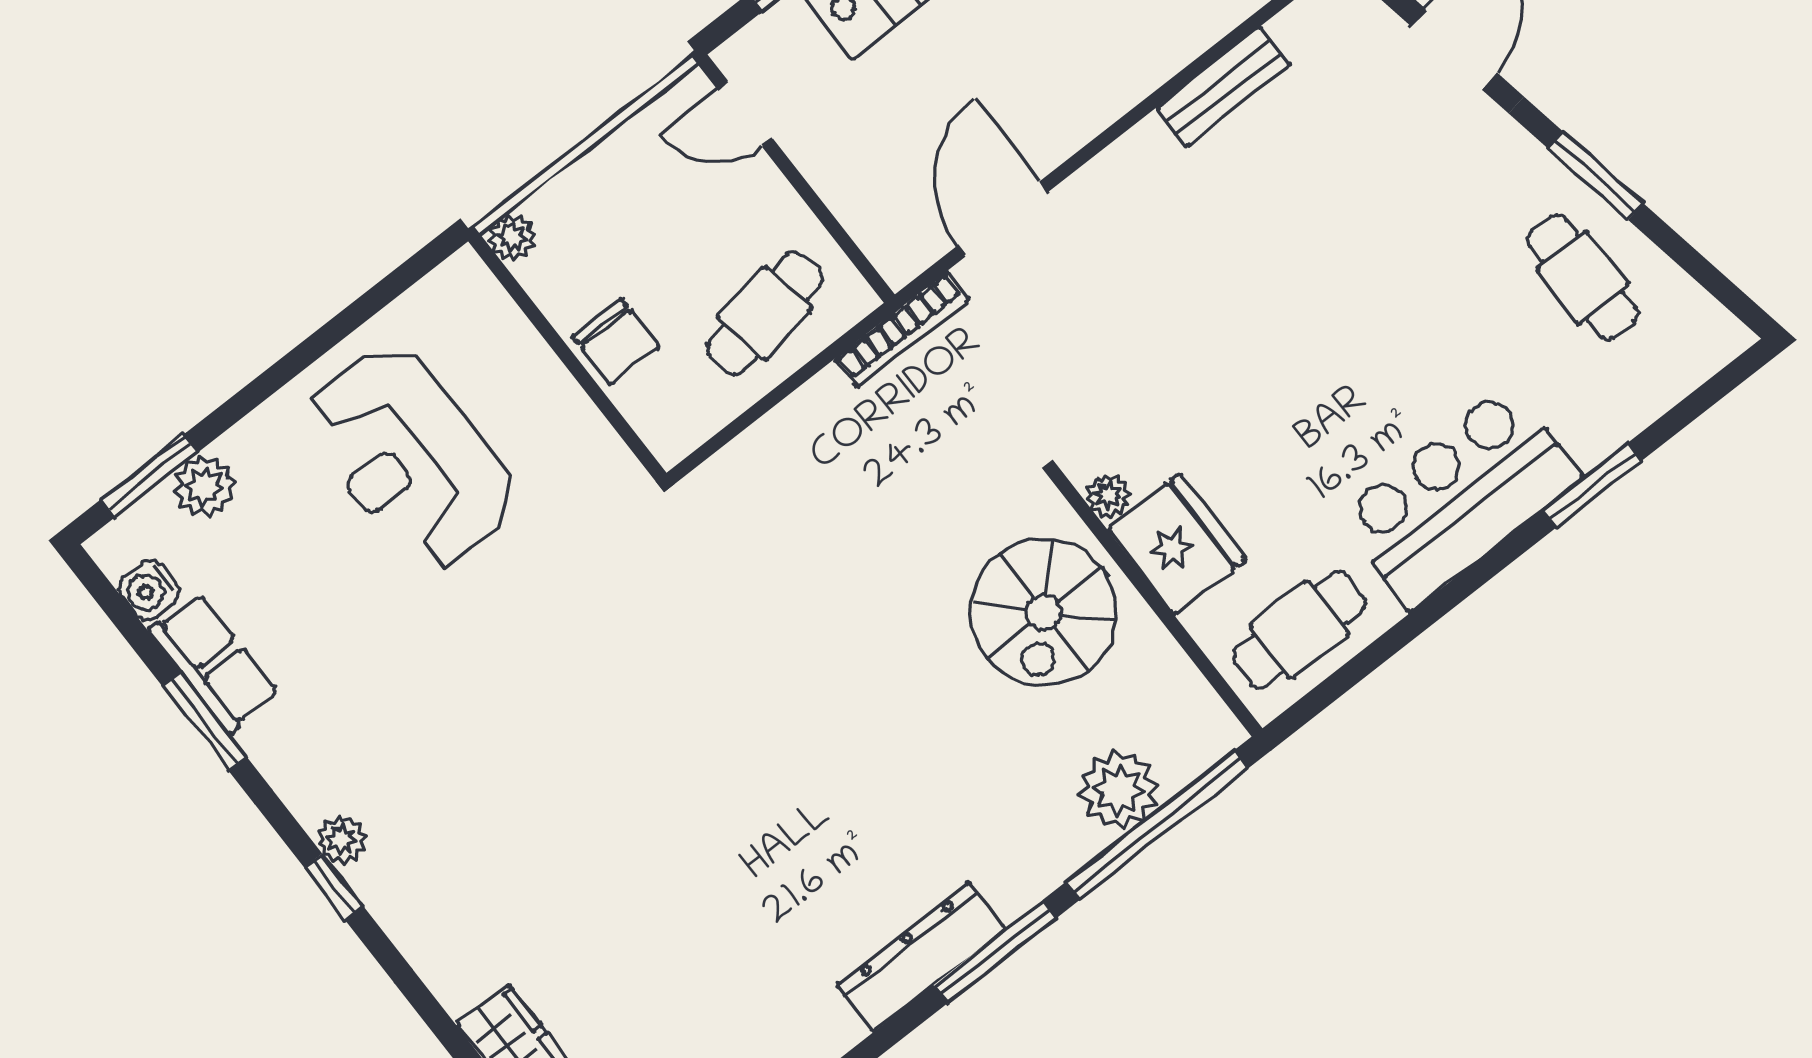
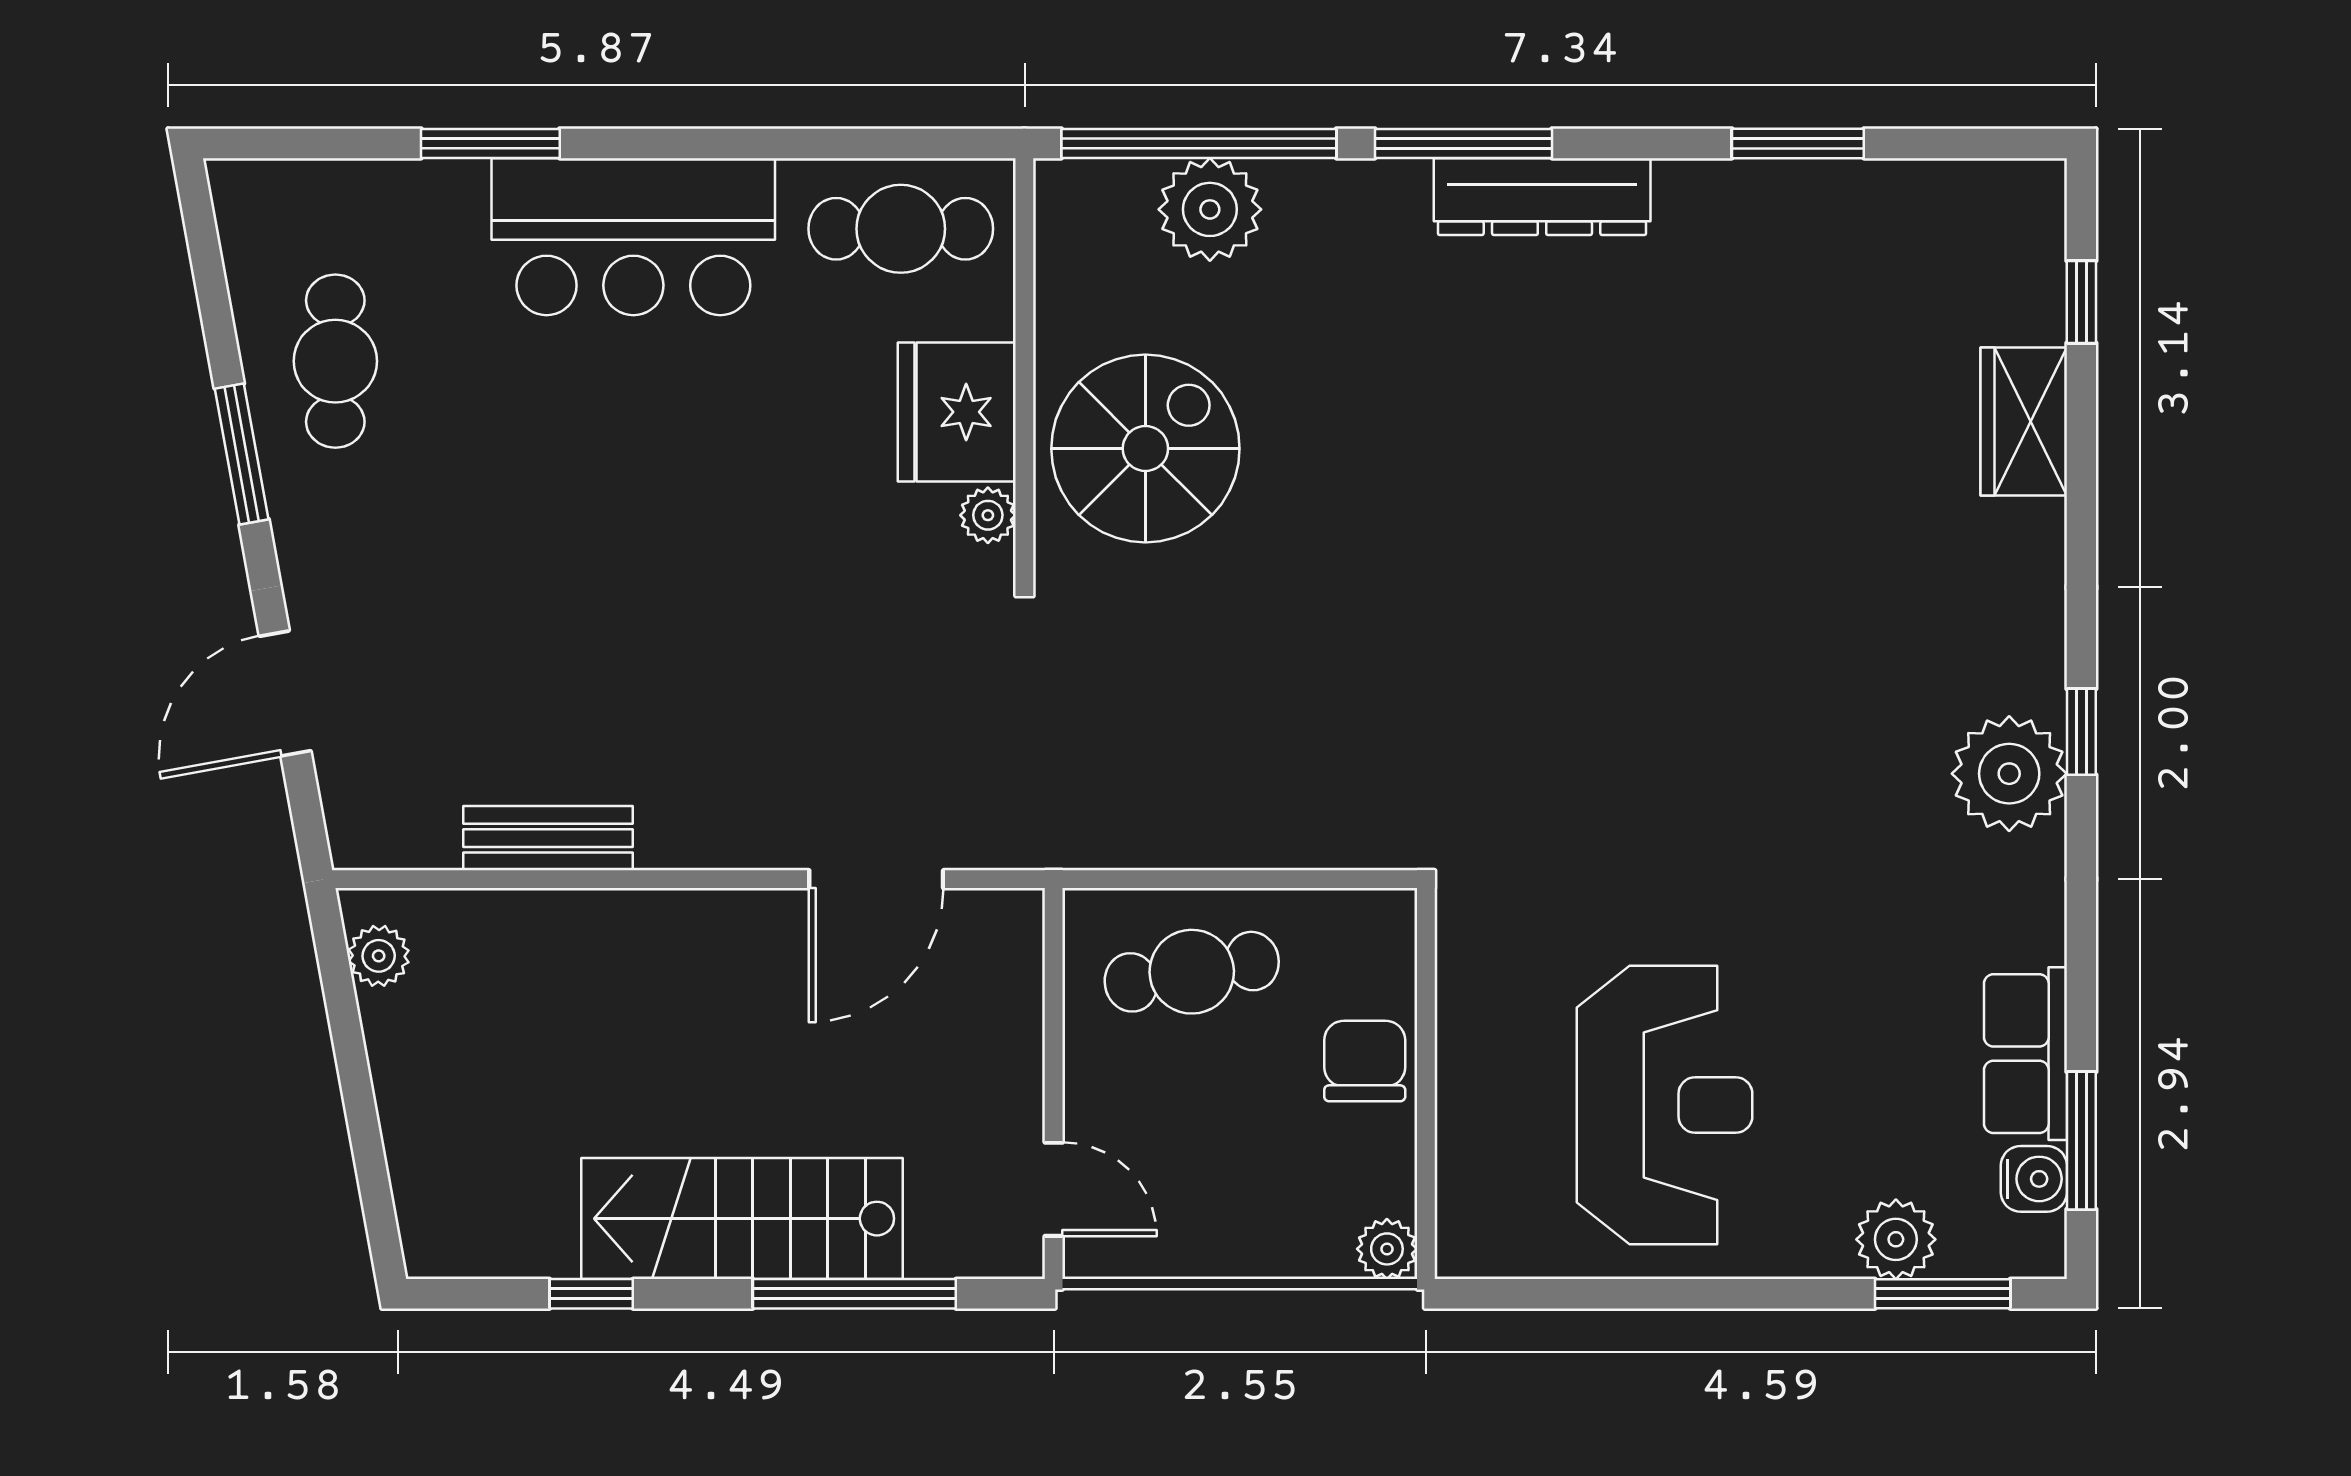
bookcase: (902, 329) -> (1065, 847), removed
window: (205, 722) -> (2081, 1141), moved
plant: (342, 840) -> (2009, 774), width x1.87, depth x1.87

